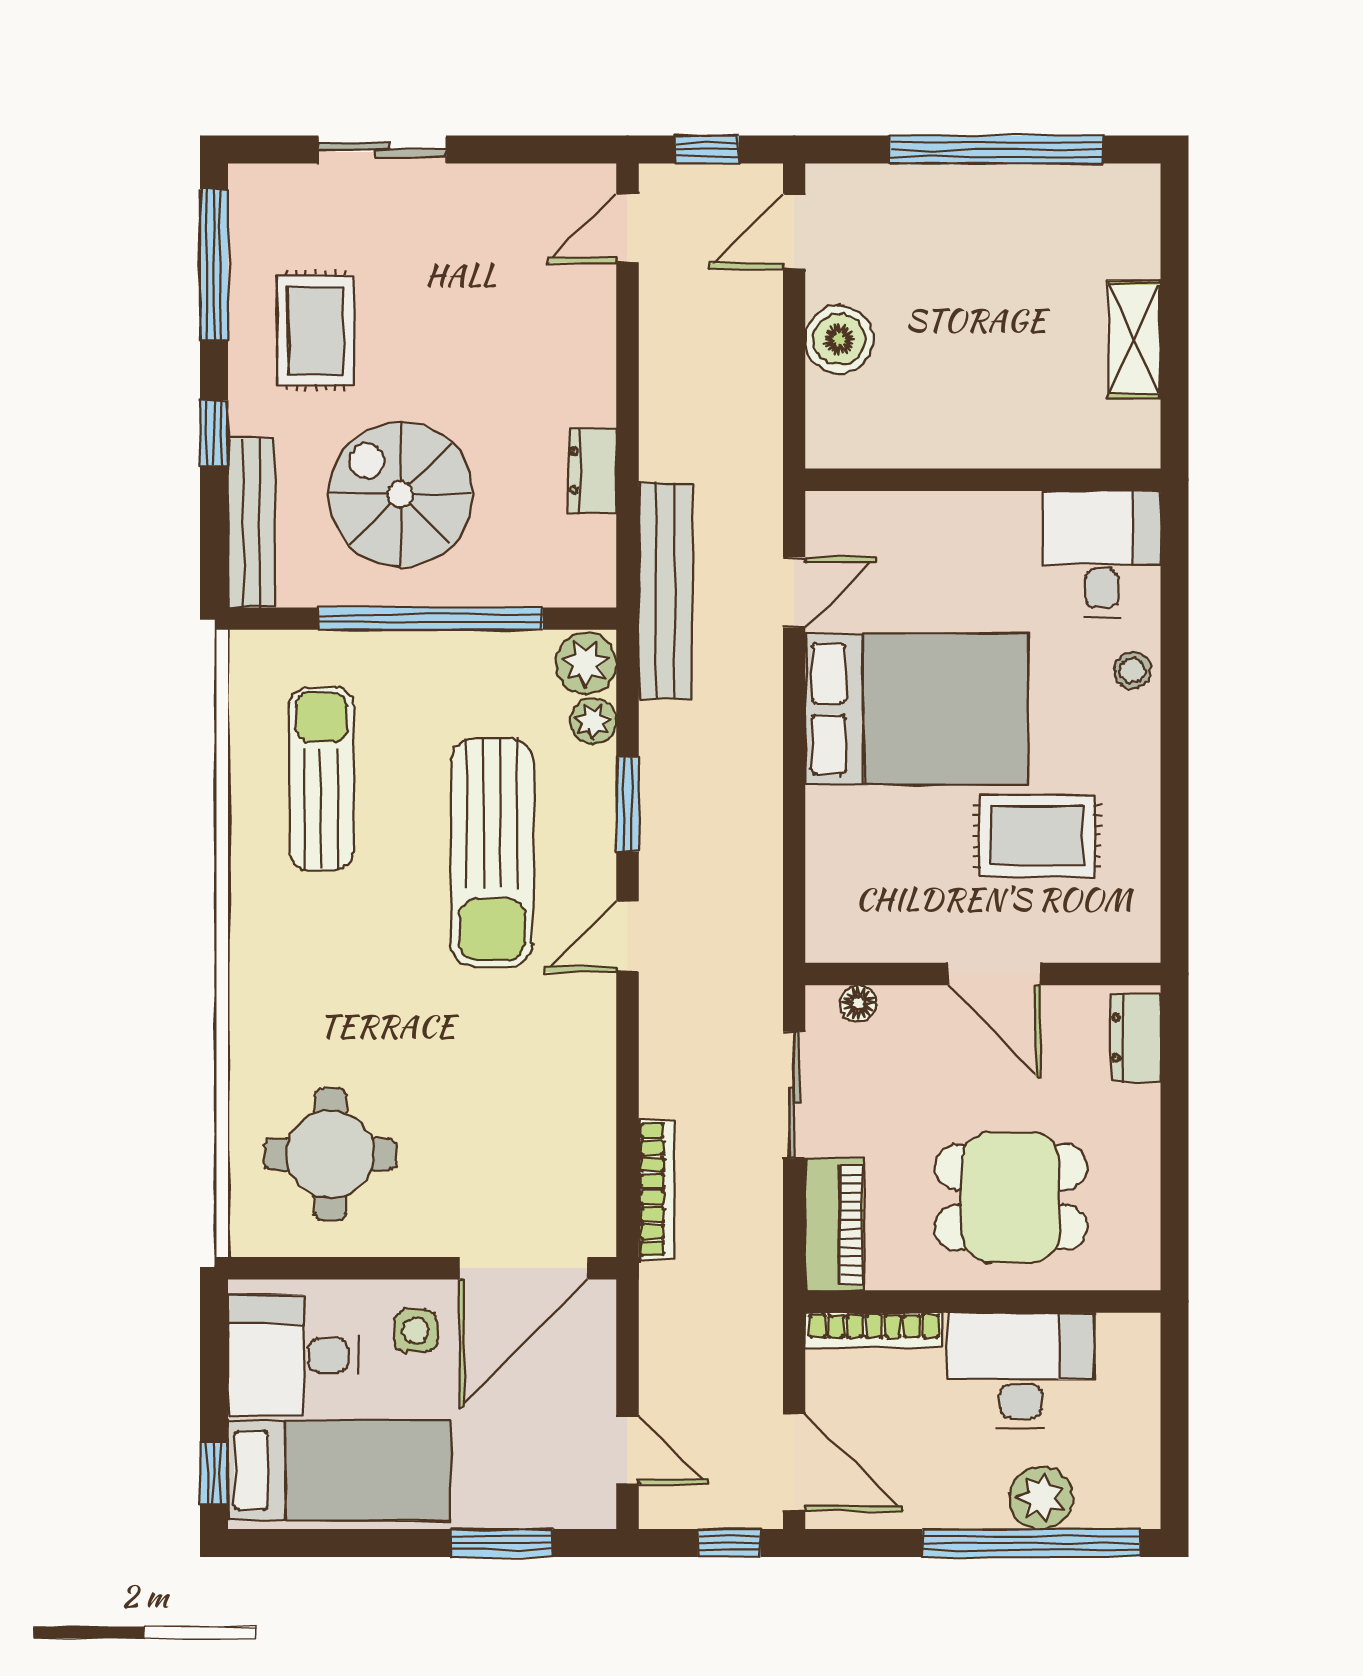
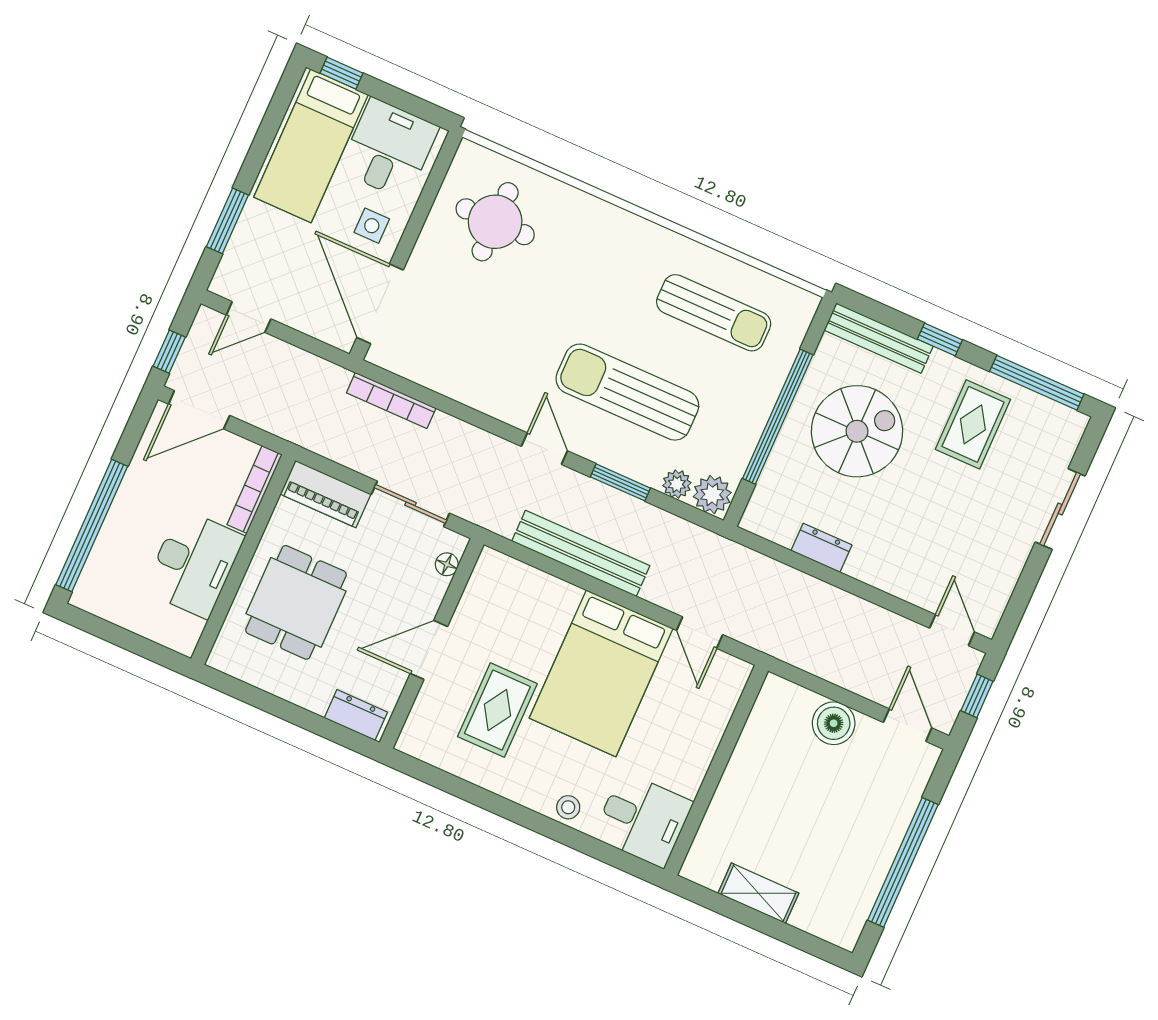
rug: (316, 331) -> (973, 424), turned 90
bench: (666, 591) -> (581, 553), moved
plant: (1041, 1498) -> (115, 543), removed

